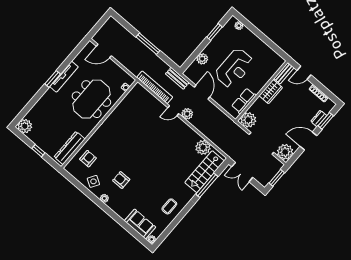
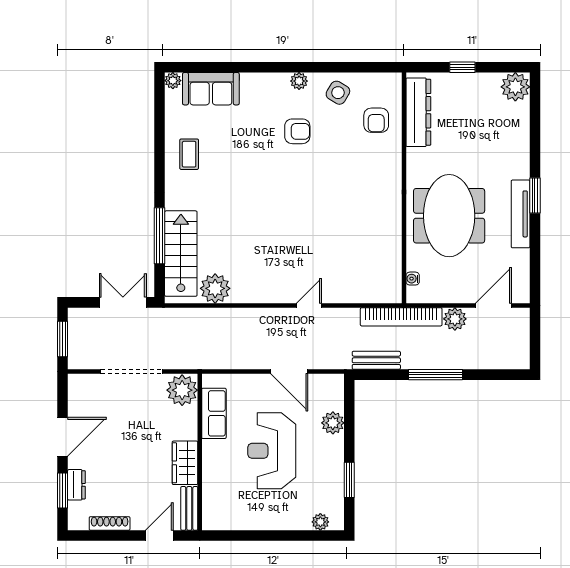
bench: (177, 78) -> (376, 360), moved
bookcase: (155, 87) -> (401, 317), moved
plant: (187, 114) -> (455, 319), moved
plant: (285, 152) -> (84, 390), removed

